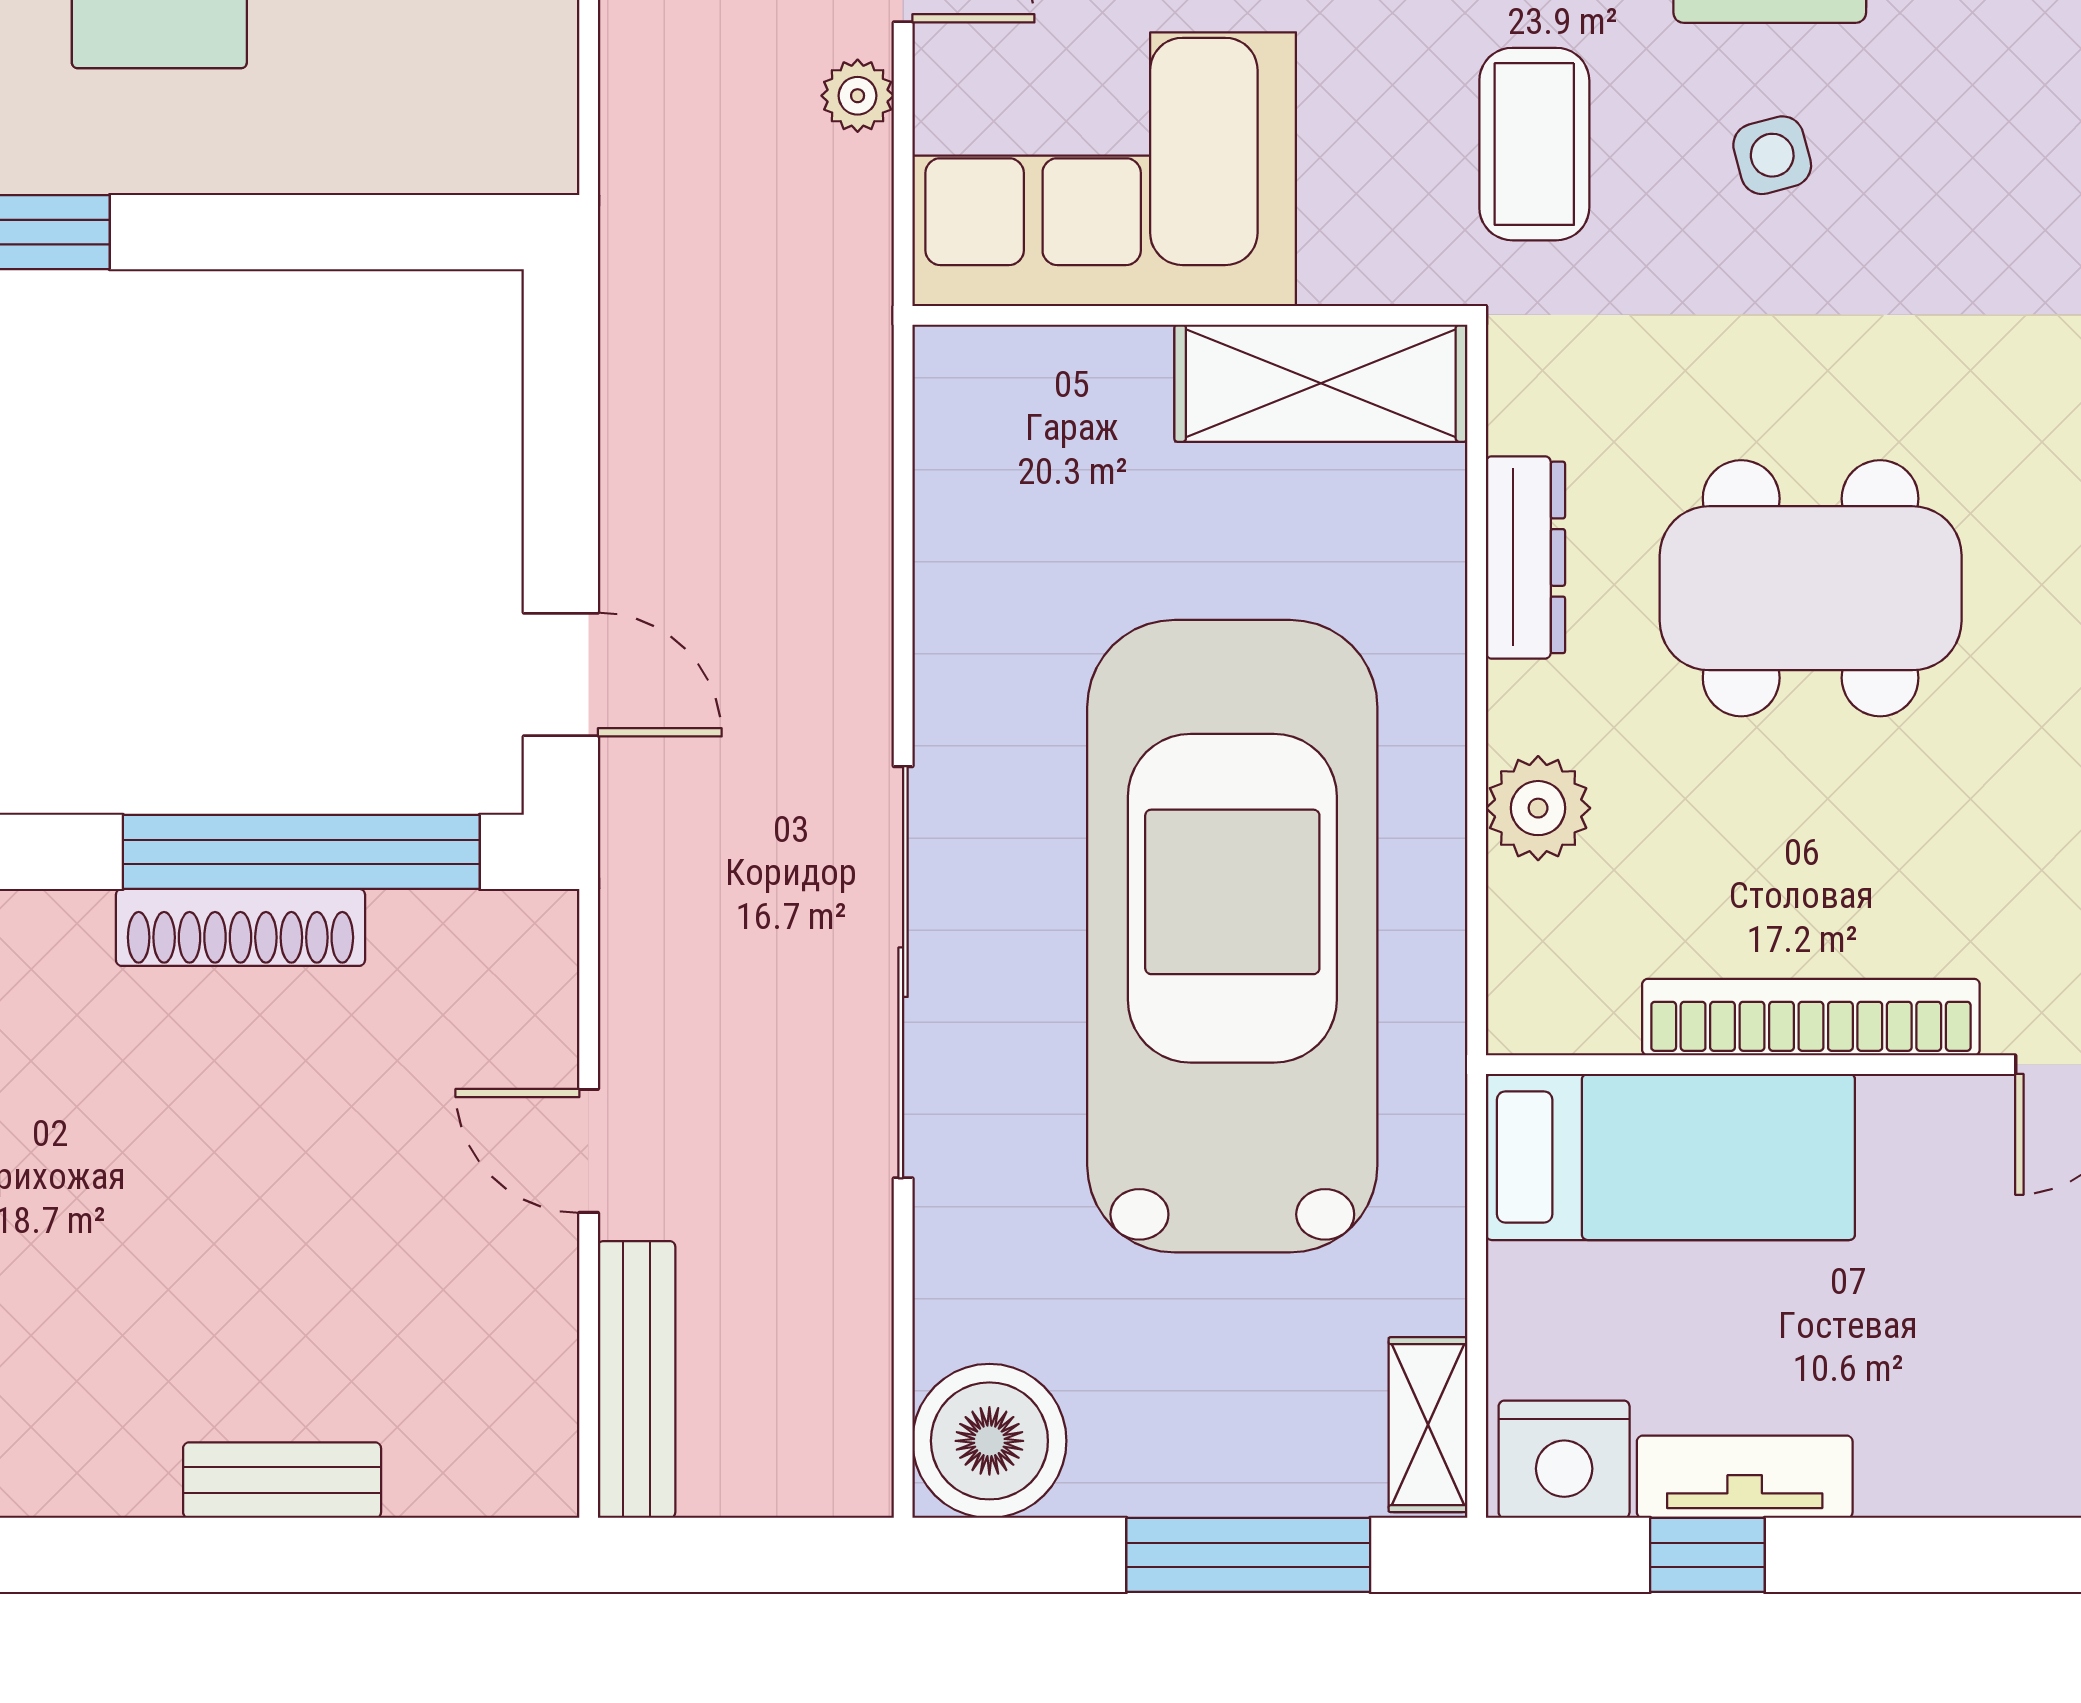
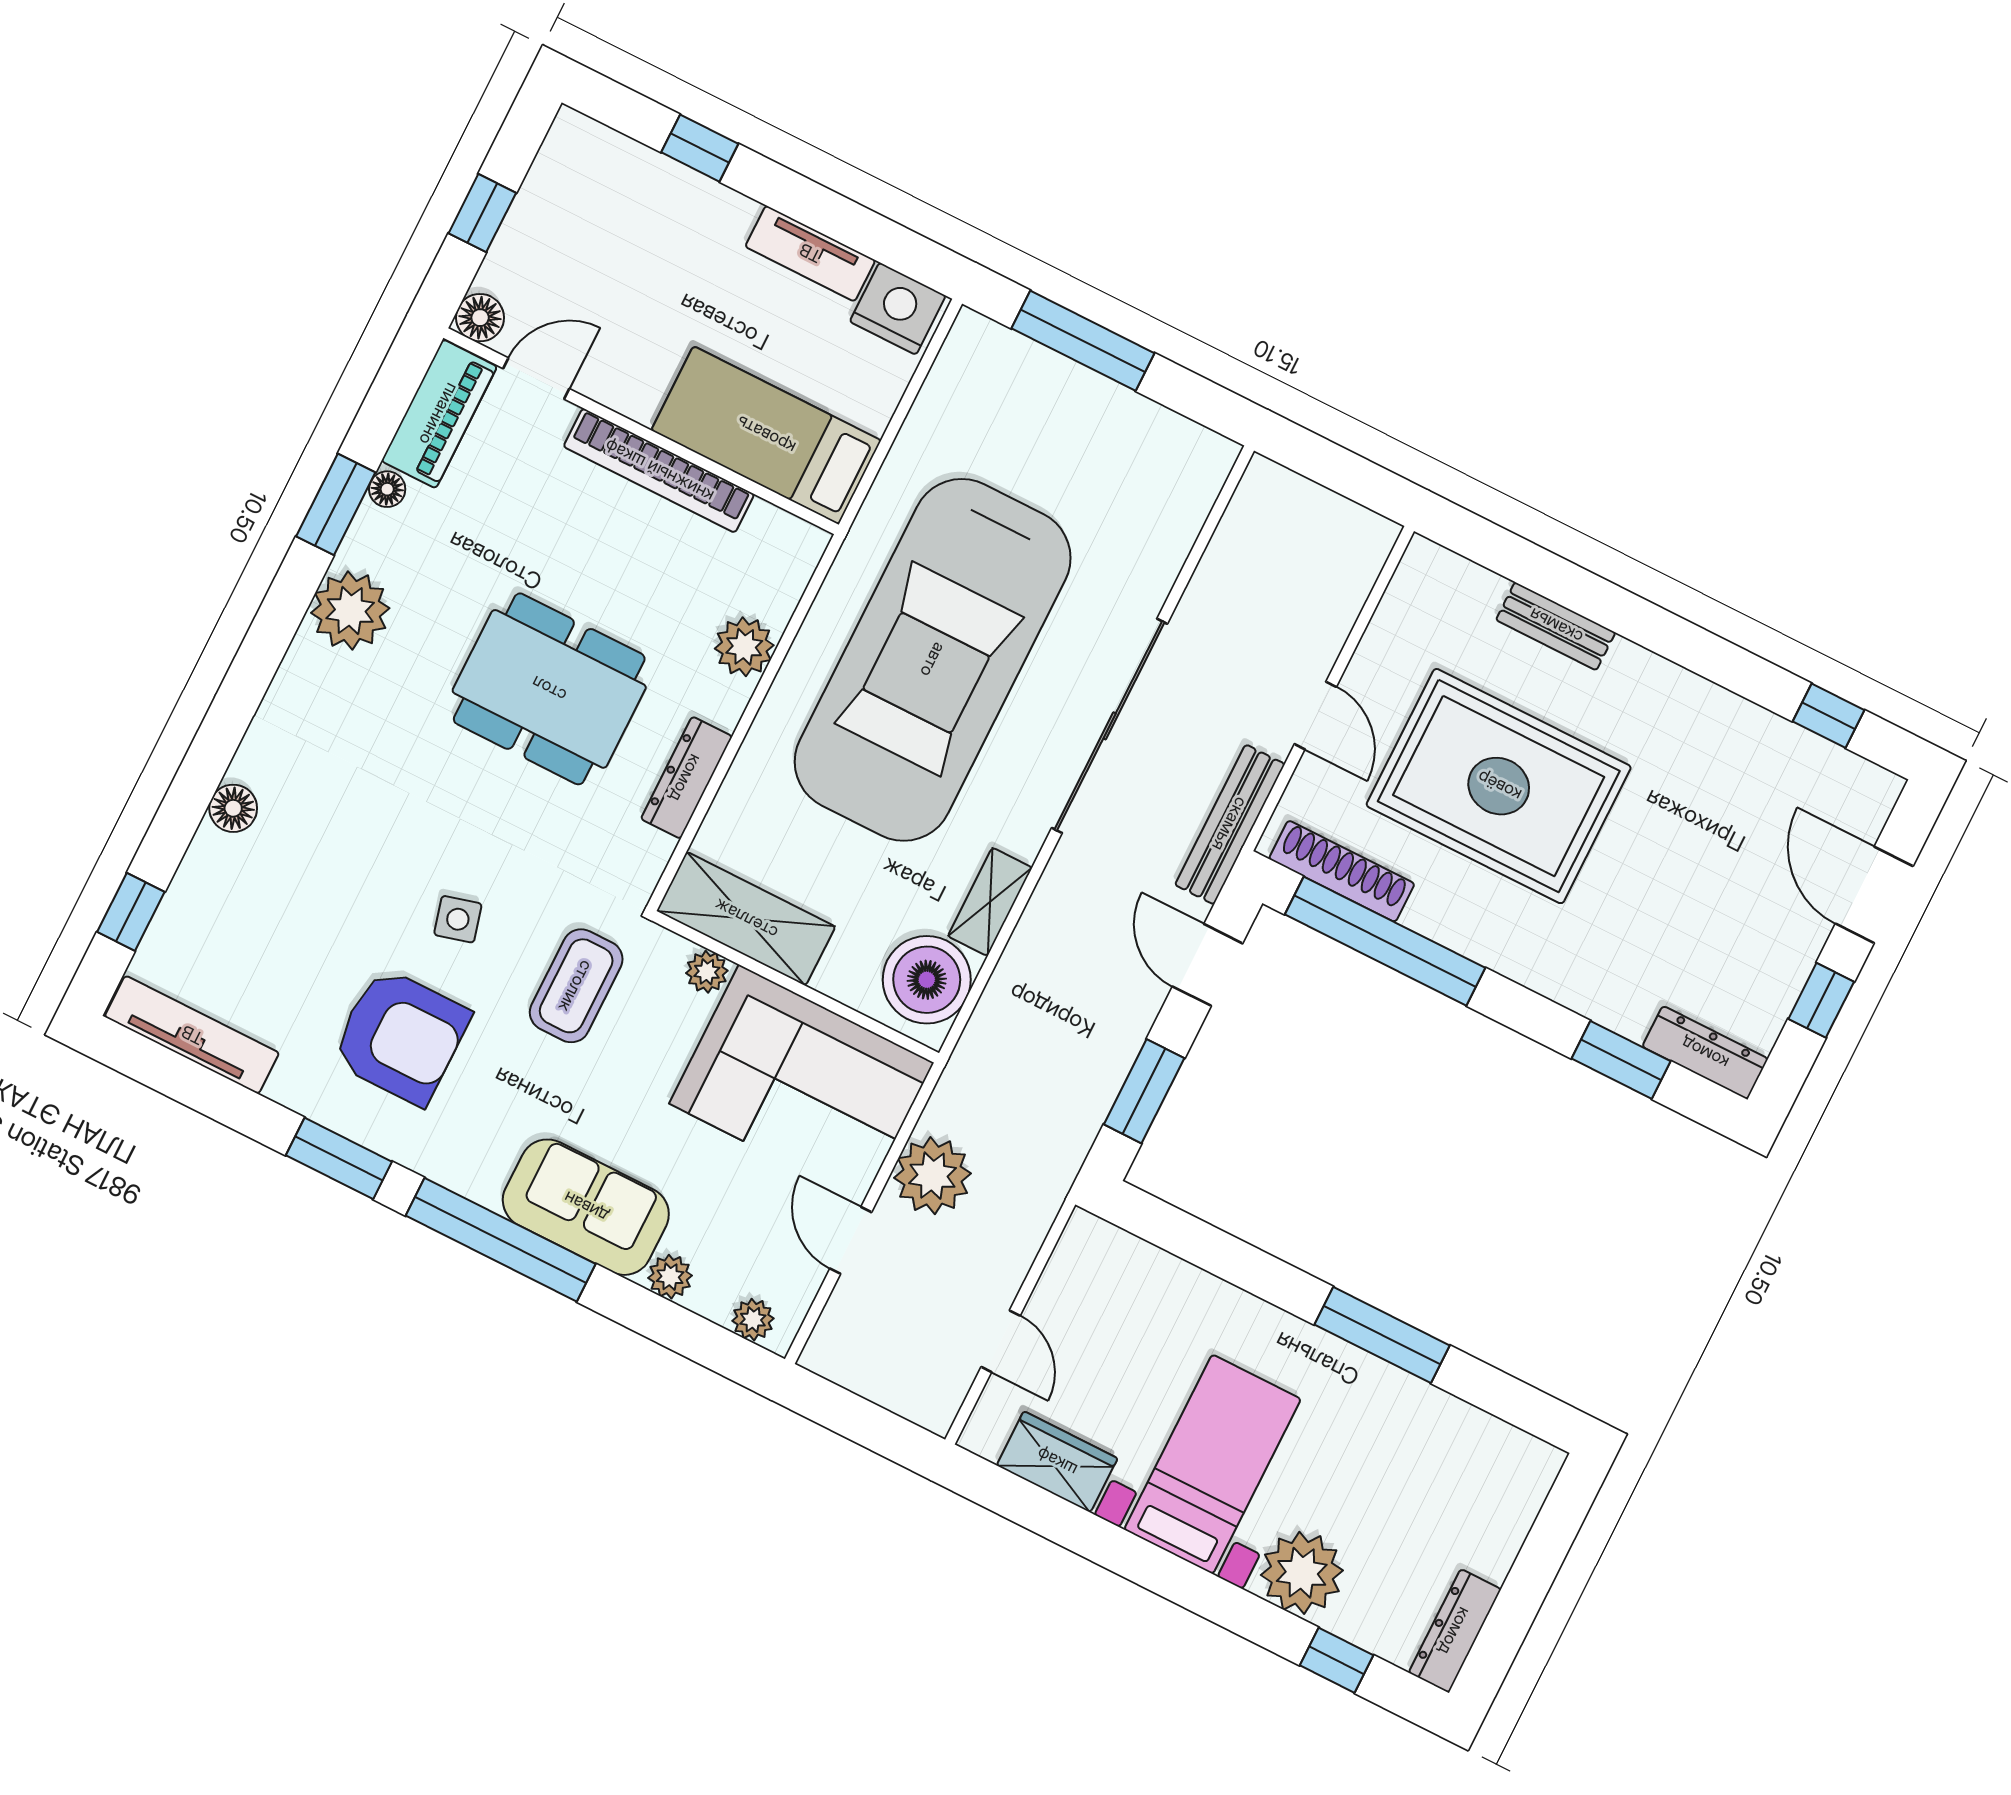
plant: (858, 96) -> (933, 1176), width x1.88, depth x1.88
plant: (1340, 269) -> (707, 972), added
window: (561, 427) -> (1144, 1091), added
shoe rack: (240, 927) -> (1342, 871), moved
rug: (245, 1185) -> (1499, 786), added
bench: (637, 1379) -> (1230, 824), moved
shelving: (1428, 1425) -> (990, 902), moved
boiler: (989, 1441) -> (927, 980), moved
window: (1707, 1555) -> (700, 148), moved

